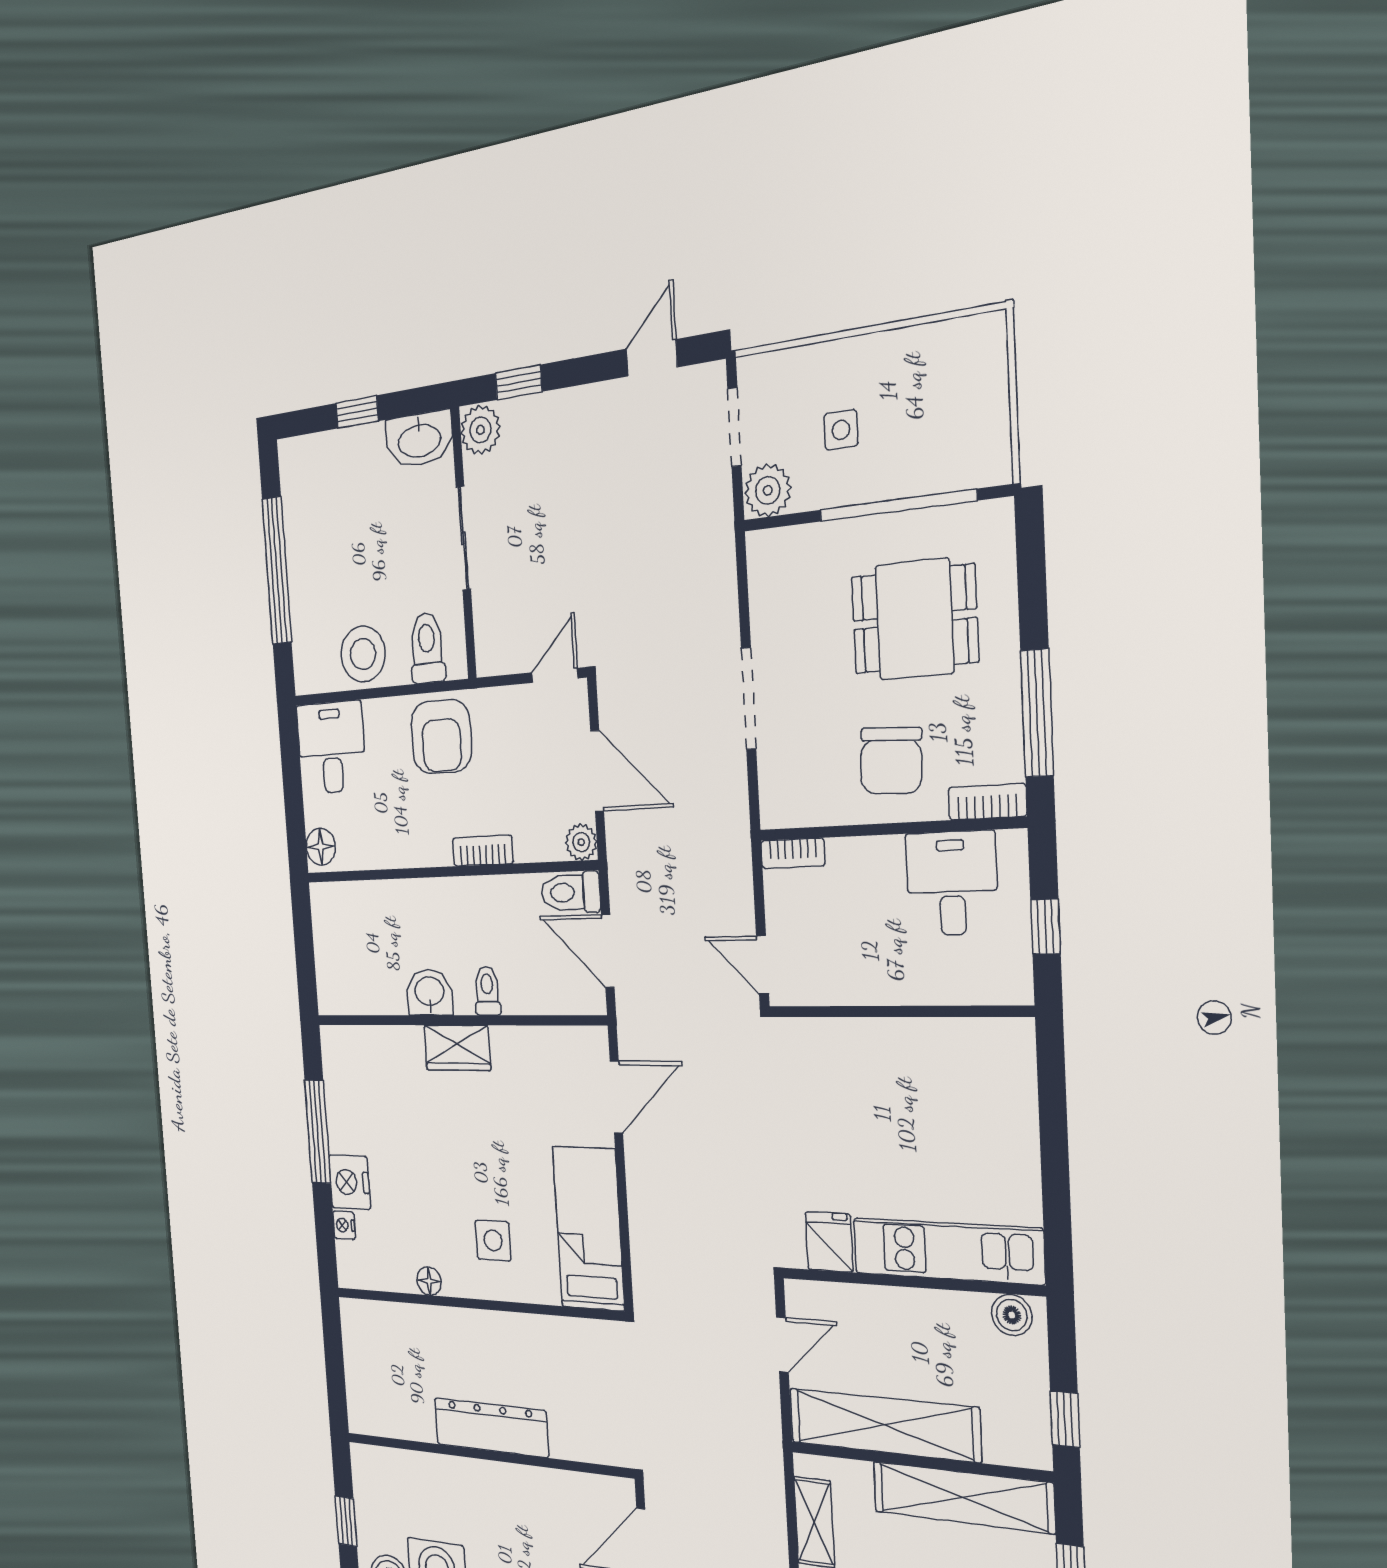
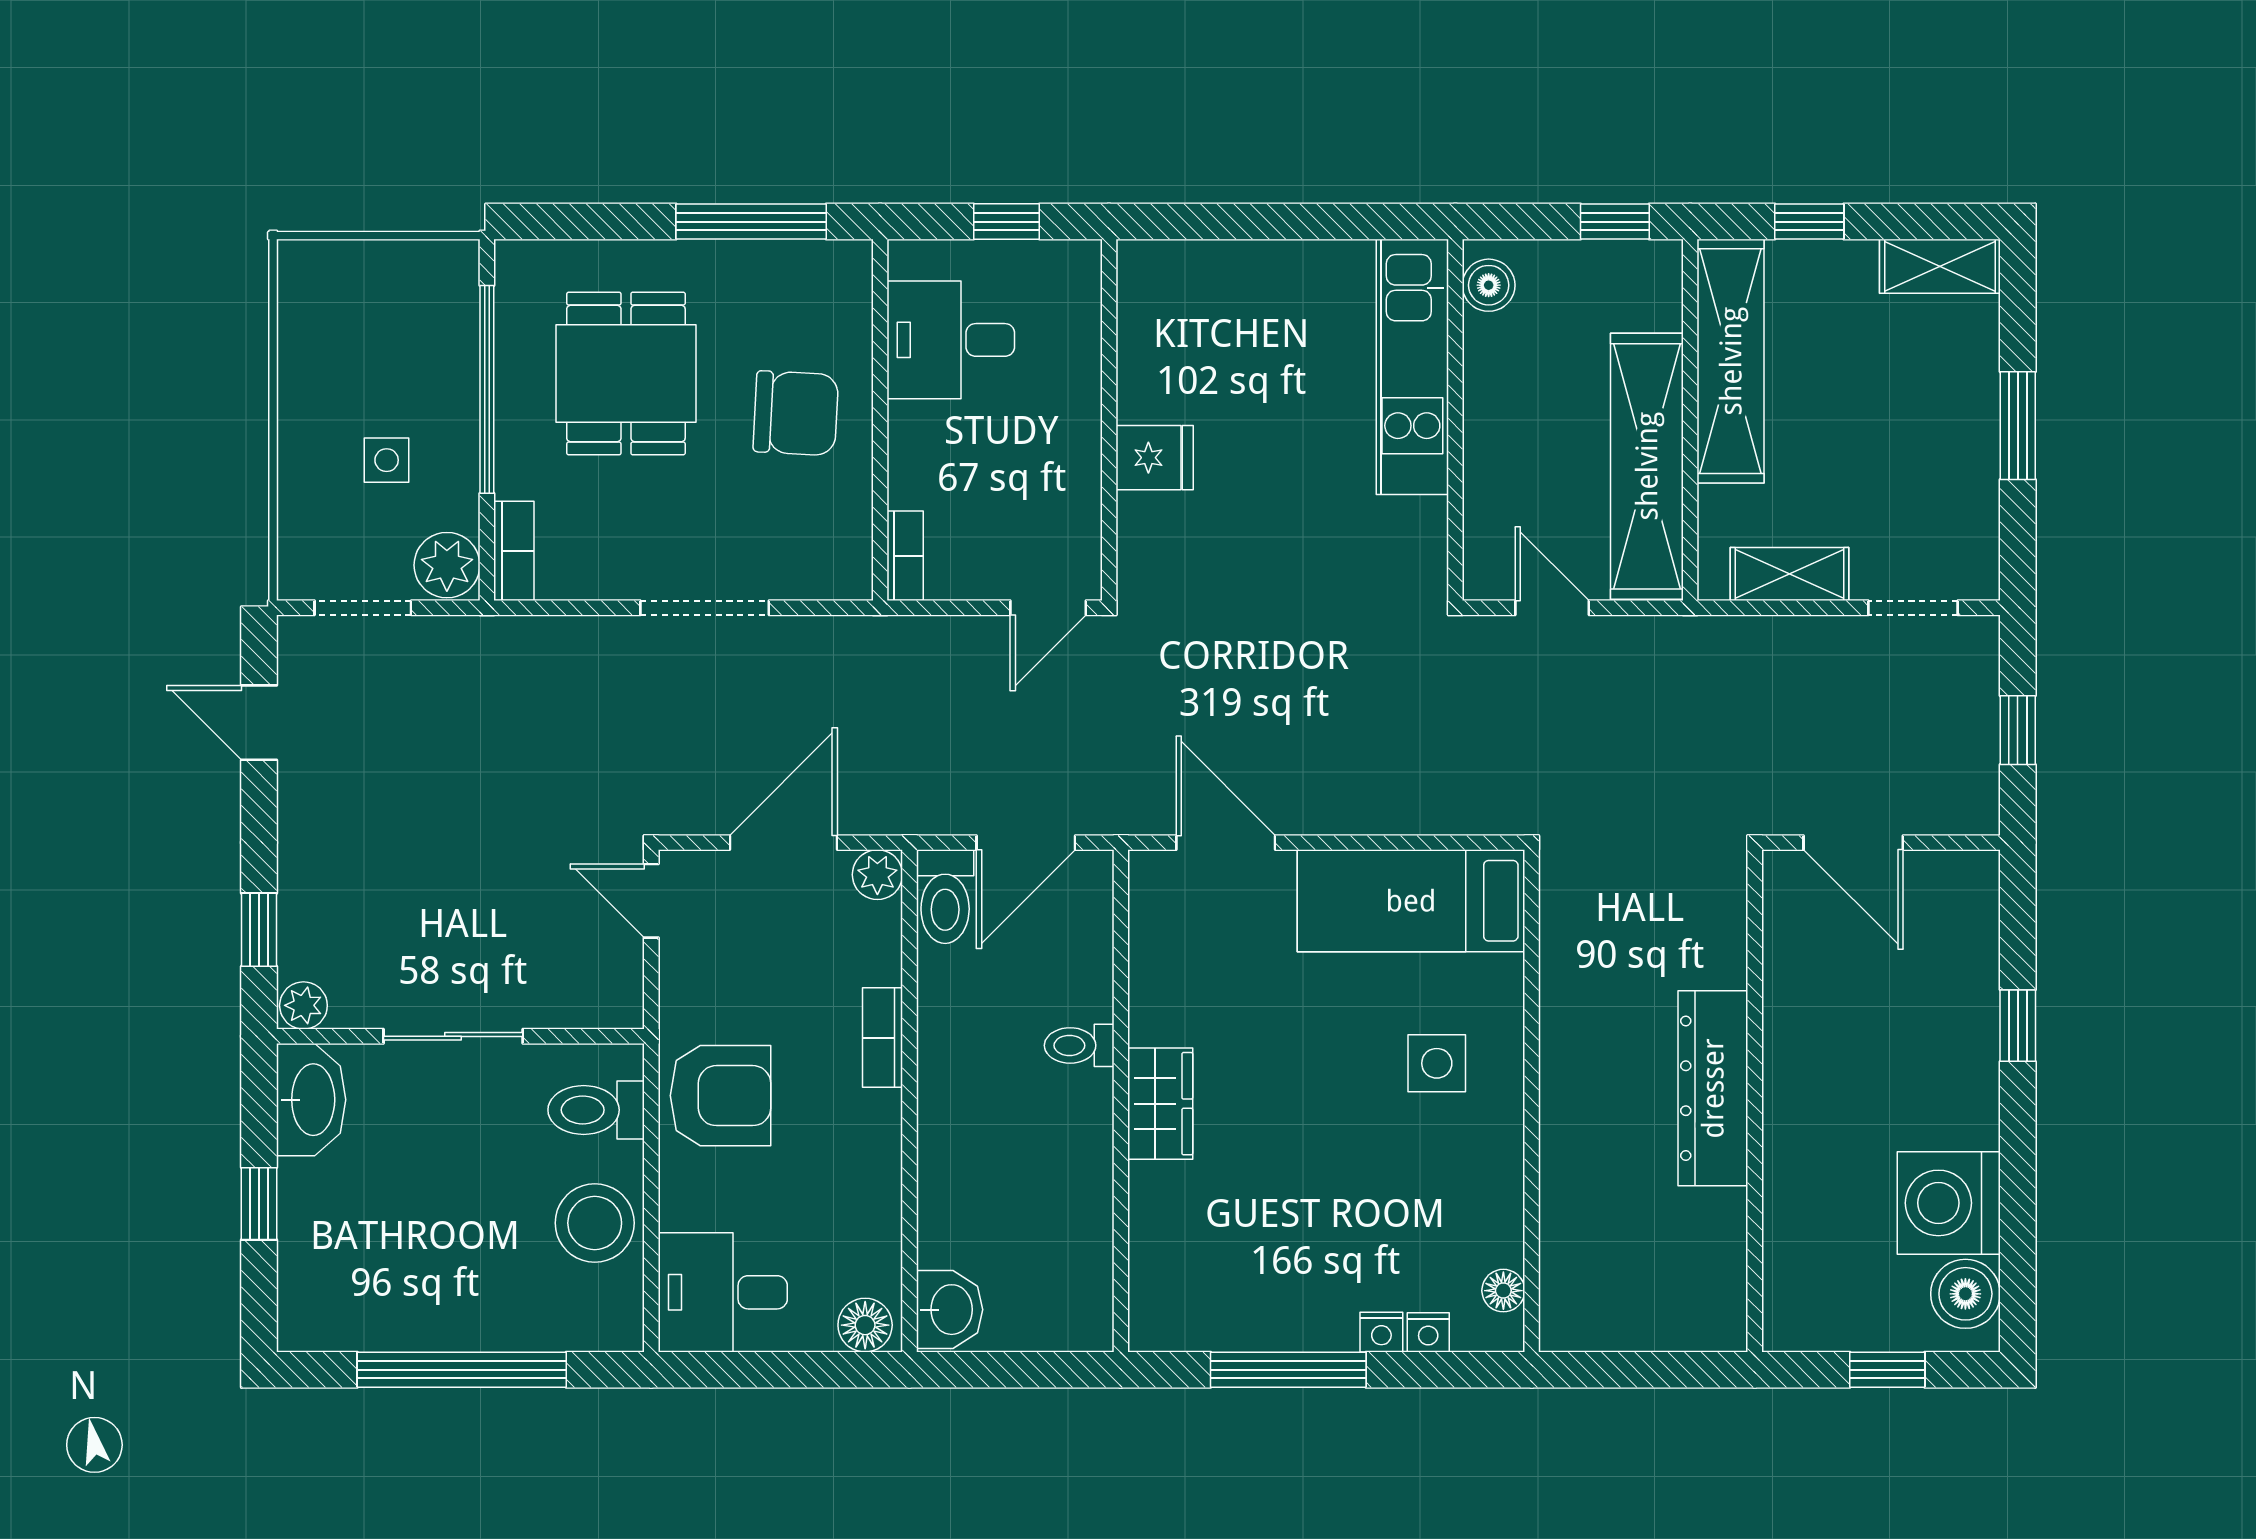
plant: (480, 430) -> (303, 1005), width x0.73, depth x0.73
bookcase: (987, 802) -> (514, 551), moved, turned 180
washbasin: (429, 992) -> (950, 1310), moved, turned 180
nightstand: (349, 1182) -> (1381, 1332), width x0.53, depth x0.56
fridge: (829, 1242) -> (1155, 458), moved, turned 180
floor lamp: (429, 1281) -> (1503, 1291), moved

